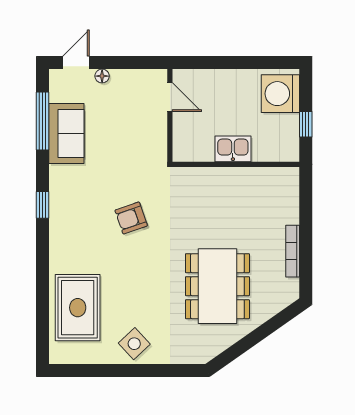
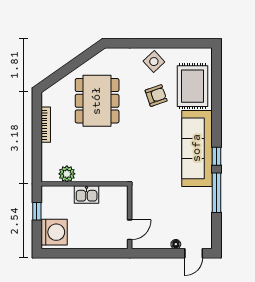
door: (170, 97) -> (130, 230), swing flipped
window: (43, 121) -> (216, 193), moved
sofa: (66, 133) -> (197, 148), moved, width x1.85, depth x1.27
plant: (262, 179) -> (67, 174), added
armchair: (131, 218) -> (156, 96), moved

